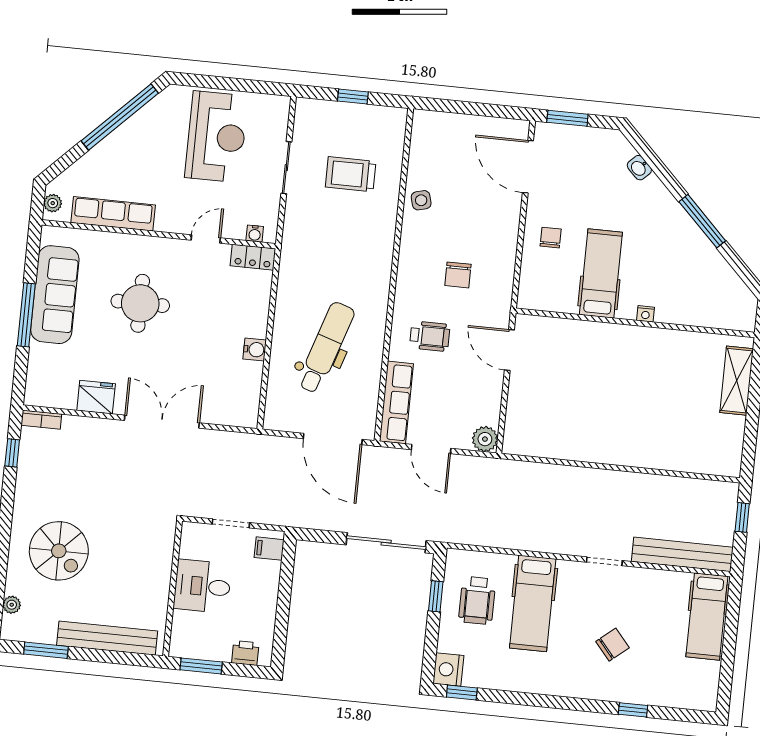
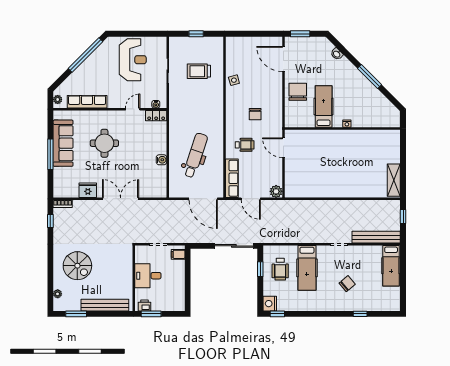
chair: (551, 238) -> (298, 92), width x1.87, depth x1.87
shelving: (737, 381) -> (394, 180), moved
printer: (245, 653) -> (145, 306), moved

